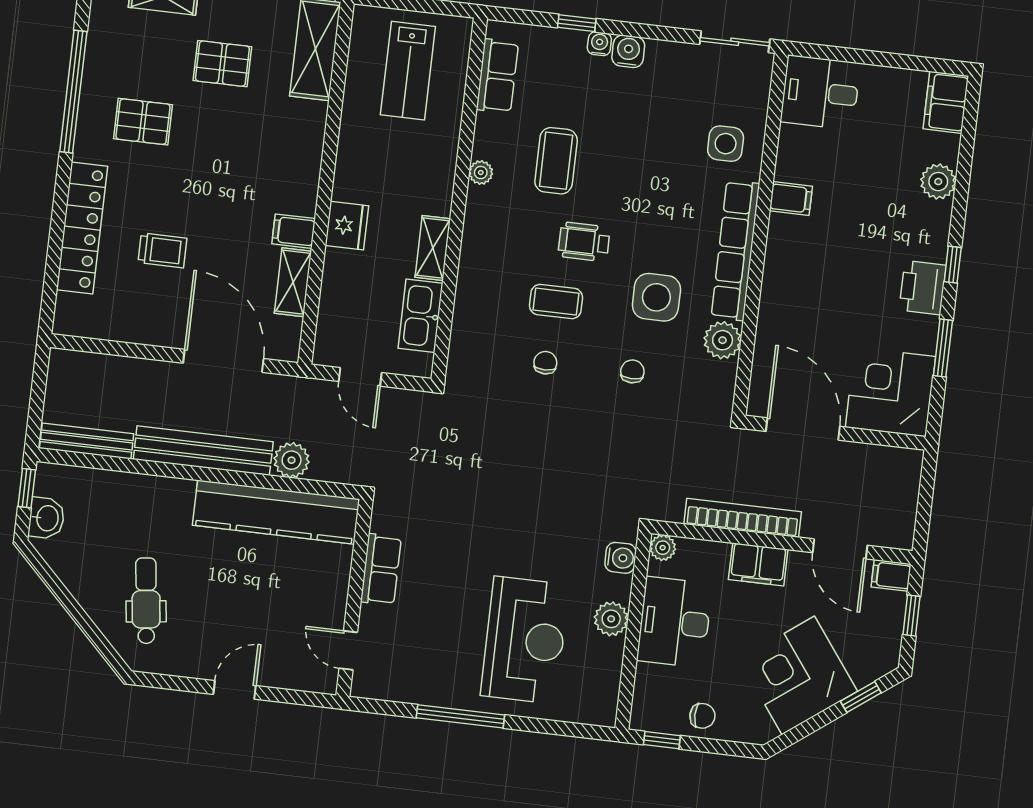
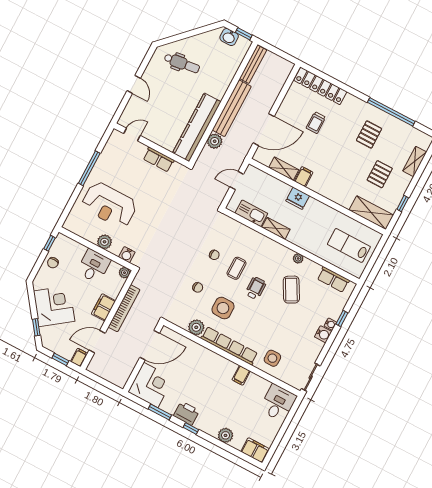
coffee table: (556, 161) -> (291, 290), turned 61
locker: (82, 228) -> (320, 86), moved
desk: (675, 622) -> (94, 266), width x0.73

